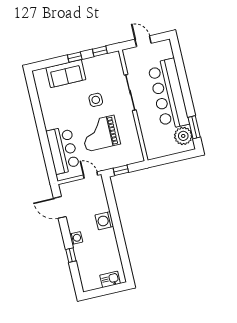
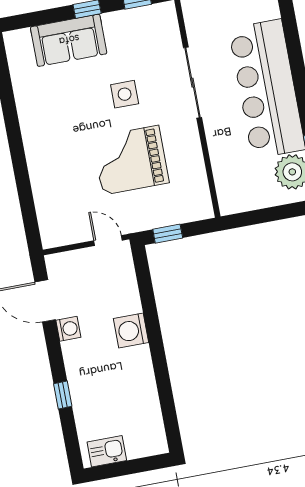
bar counter: (63, 150) -> (56, 189), removed
washing machine: (76, 238) -> (68, 329), moved
kitchen sink: (110, 279) -> (107, 451), moved

